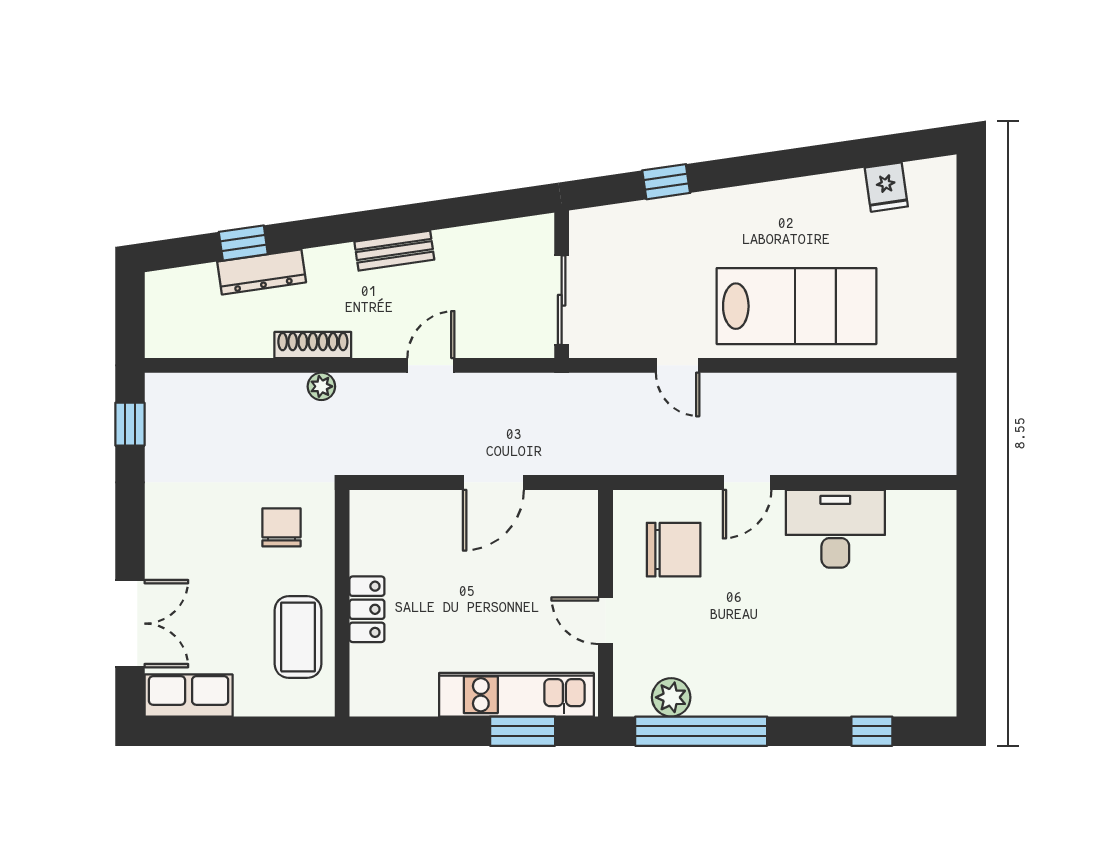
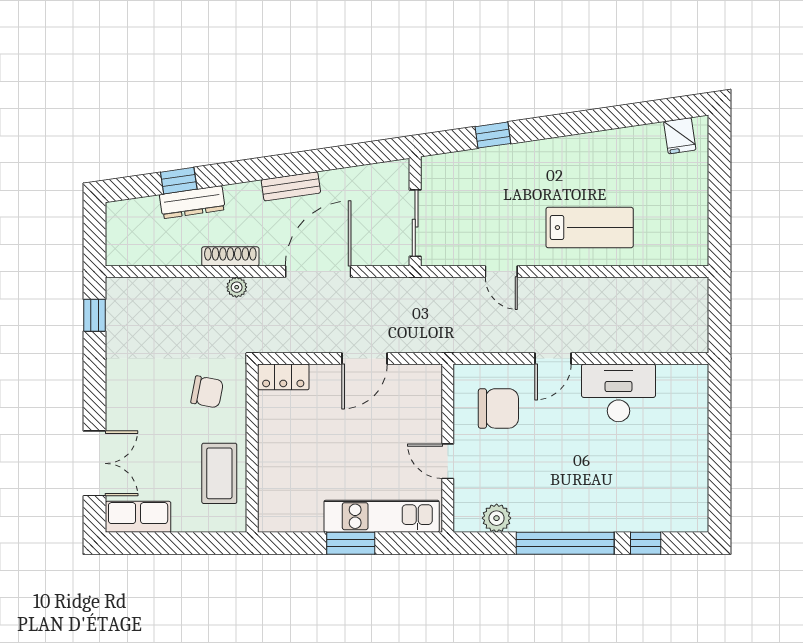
fridge: (886, 187) -> (680, 136), moved
lab bench: (796, 306) -> (590, 228), width x0.73, depth x0.72
door: (431, 365) -> (318, 272), width x1.87
chair: (281, 527) -> (207, 392), turned 101
locker: (367, 609) -> (283, 377), moved, turned 90
window: (523, 731) -> (351, 543), moved
window: (701, 731) -> (565, 543), moved

